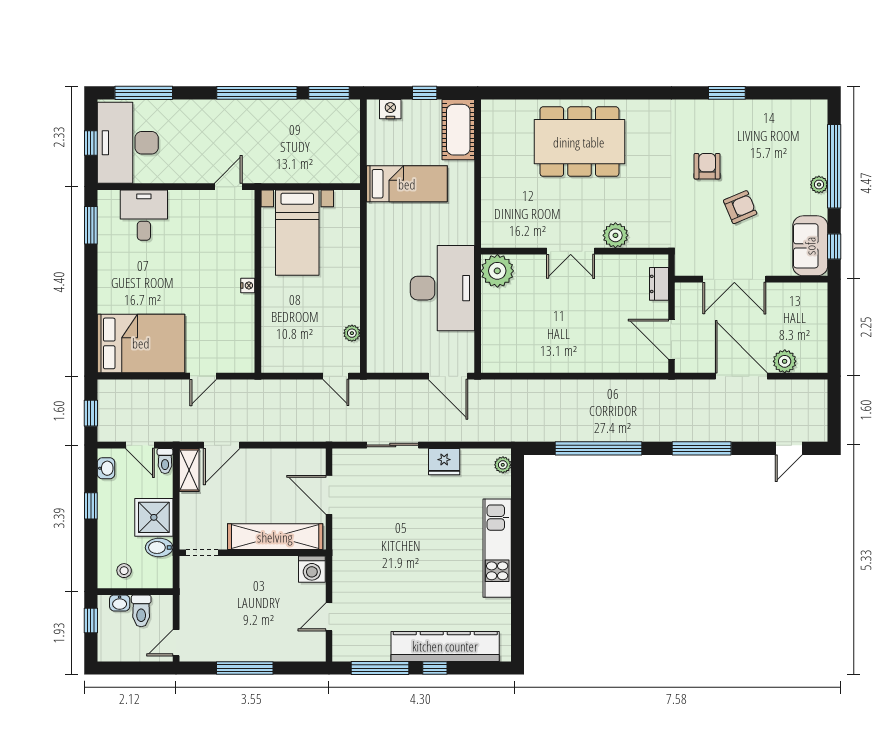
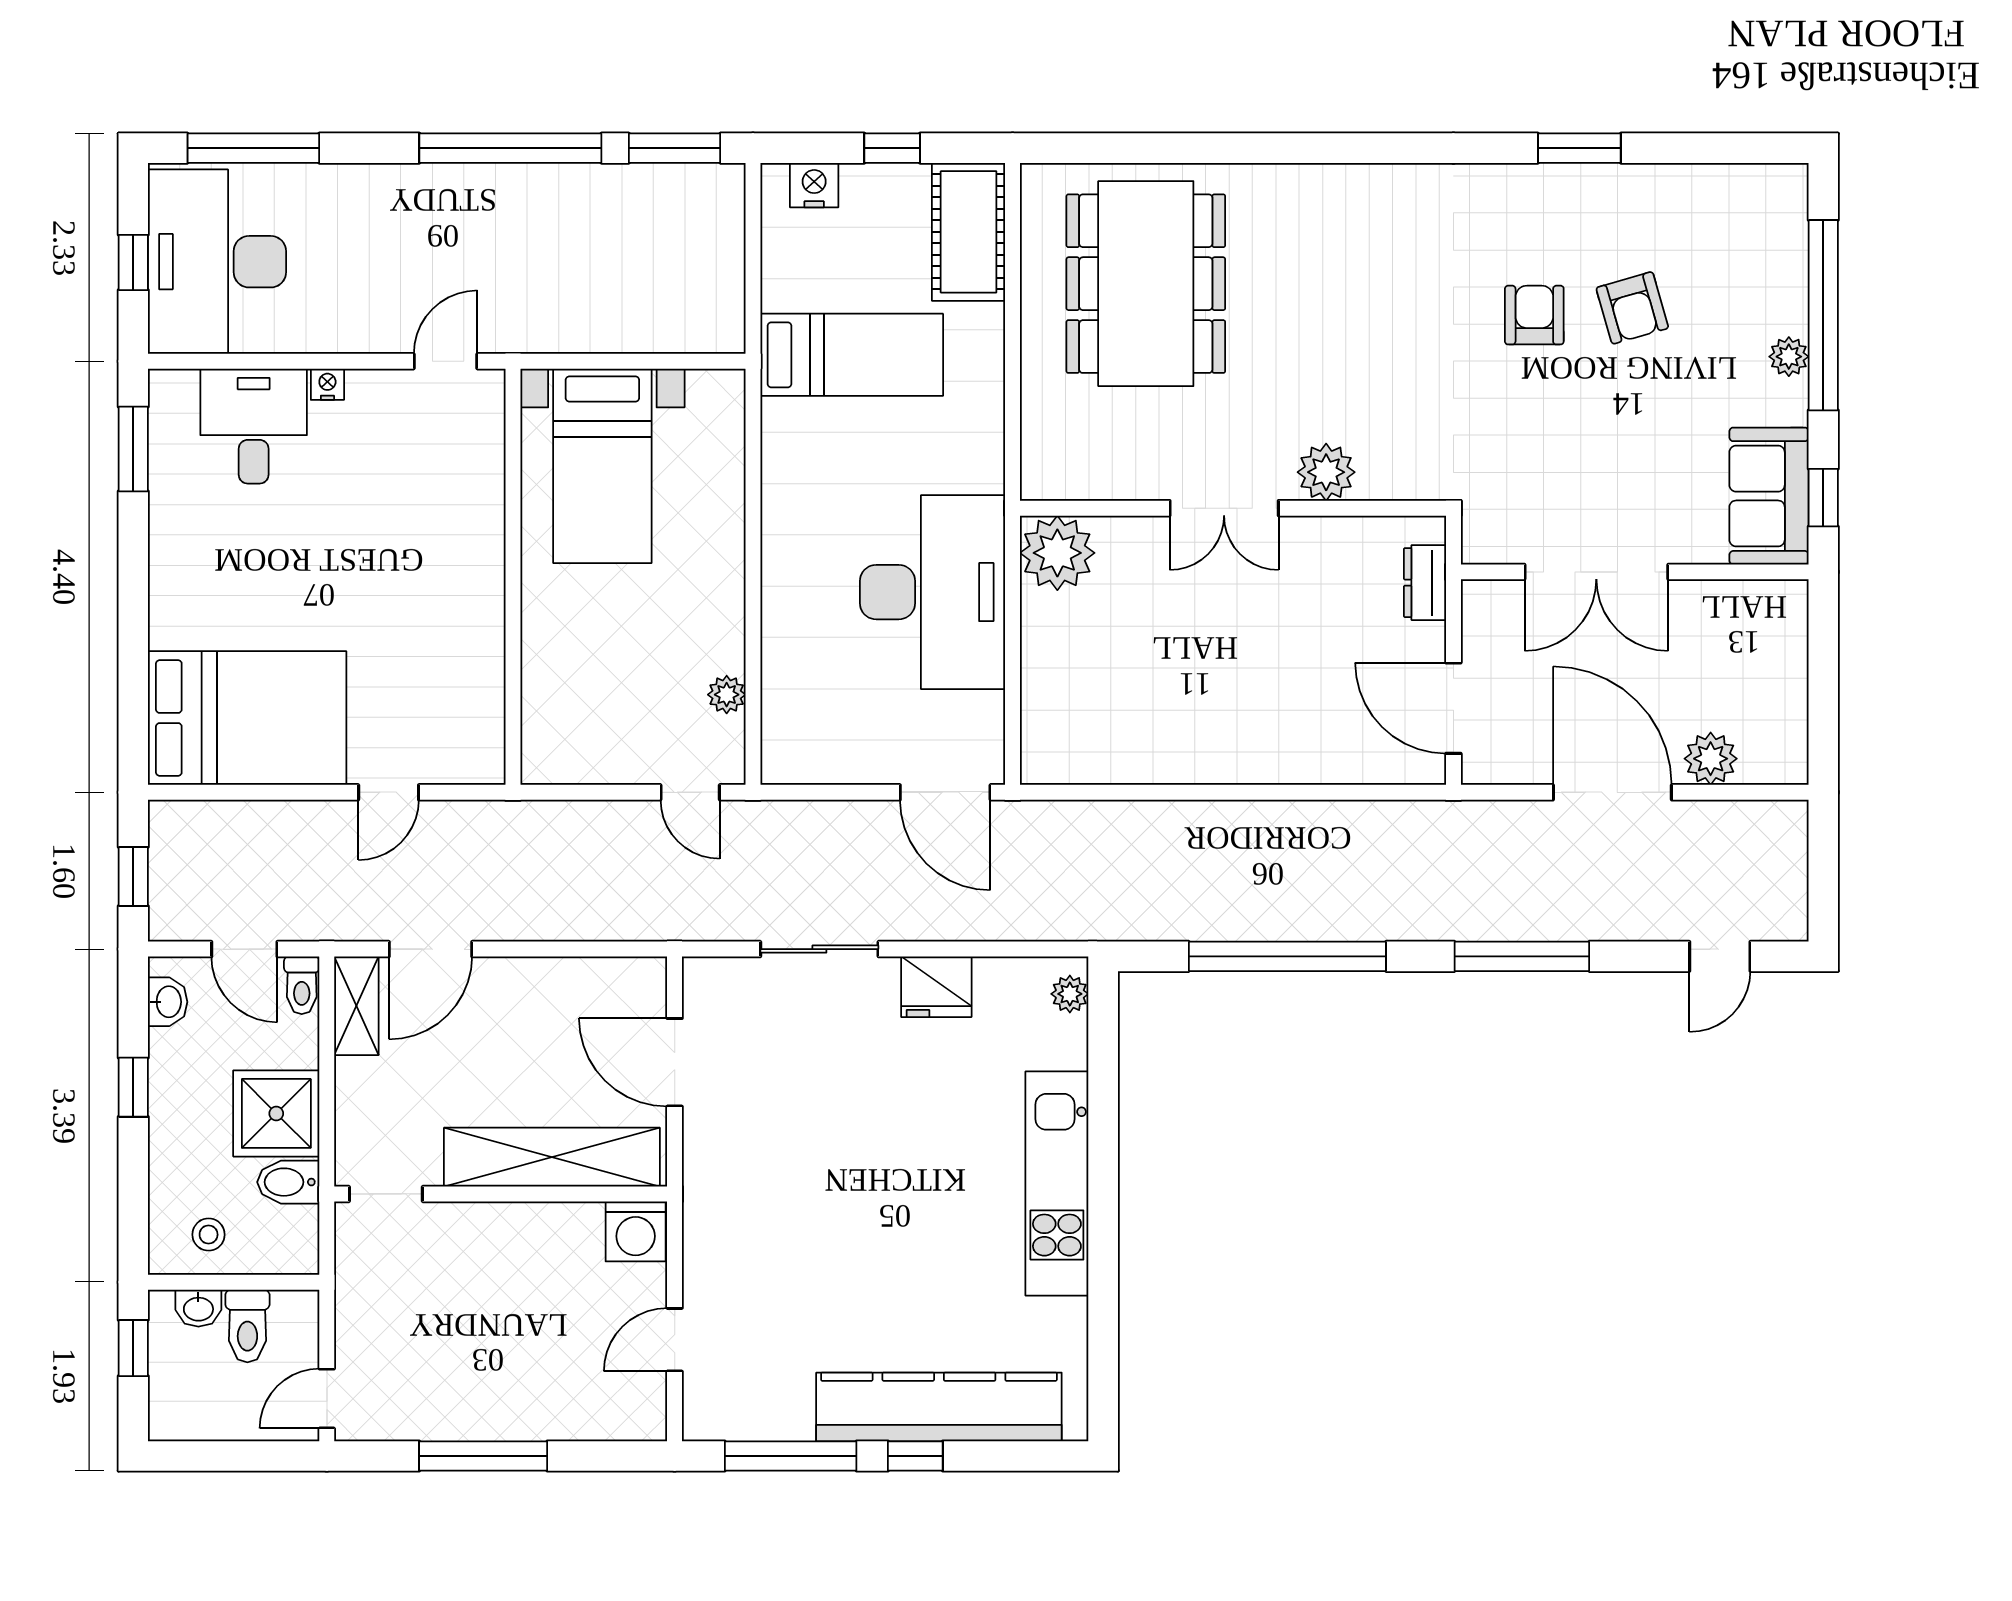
dining table: (579, 142) -> (1146, 284), moved, turned 90
armchair: (740, 207) -> (1632, 308), moved, turned 97
nightstand: (248, 285) -> (327, 384), moved, turned -90

